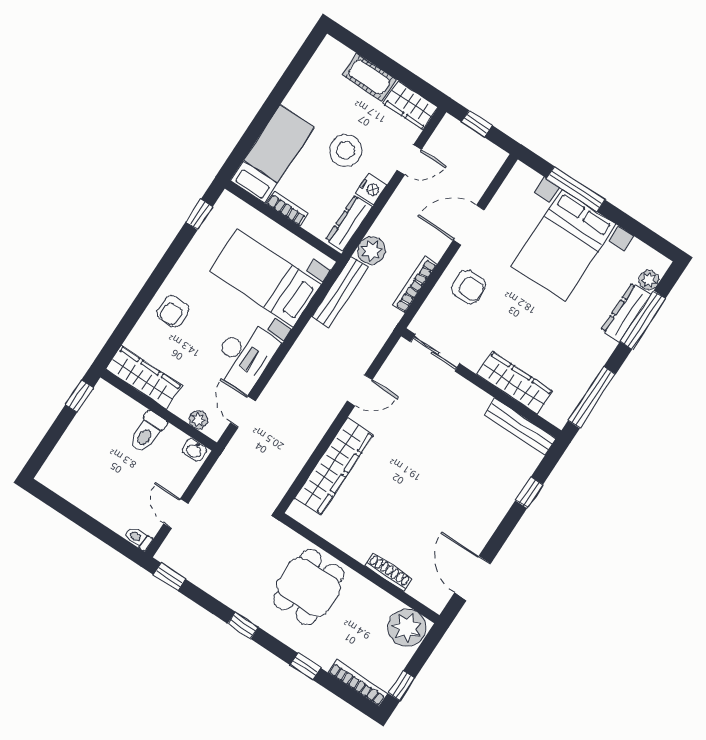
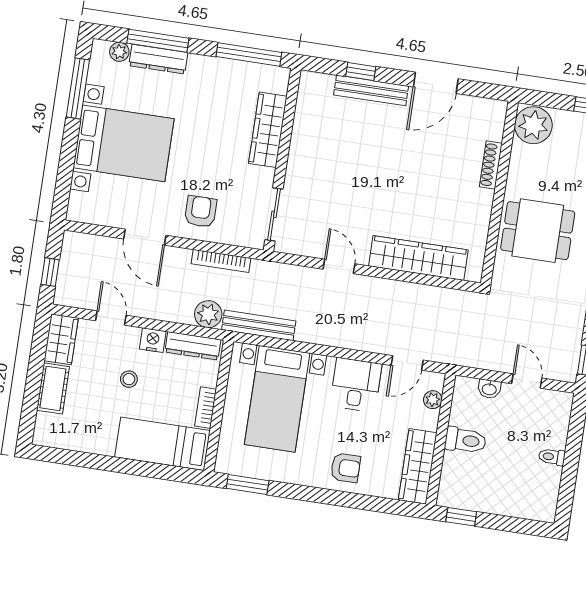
stool: (346, 150) -> (129, 379), width x0.53, depth x0.53
window: (576, 189) -> (78, 88), moved
window: (199, 214) -> (248, 484), width x1.50
desk: (244, 356) -> (356, 385), width x0.73
bench: (520, 427) -> (371, 90), moved, turned 90
washbasin: (194, 450) -> (489, 389), moved, turned 90
door: (176, 514) -> (527, 381), swing flipped
toilet: (138, 538) -> (552, 457), moved, turned 90
door: (472, 578) -> (436, 83), moved

